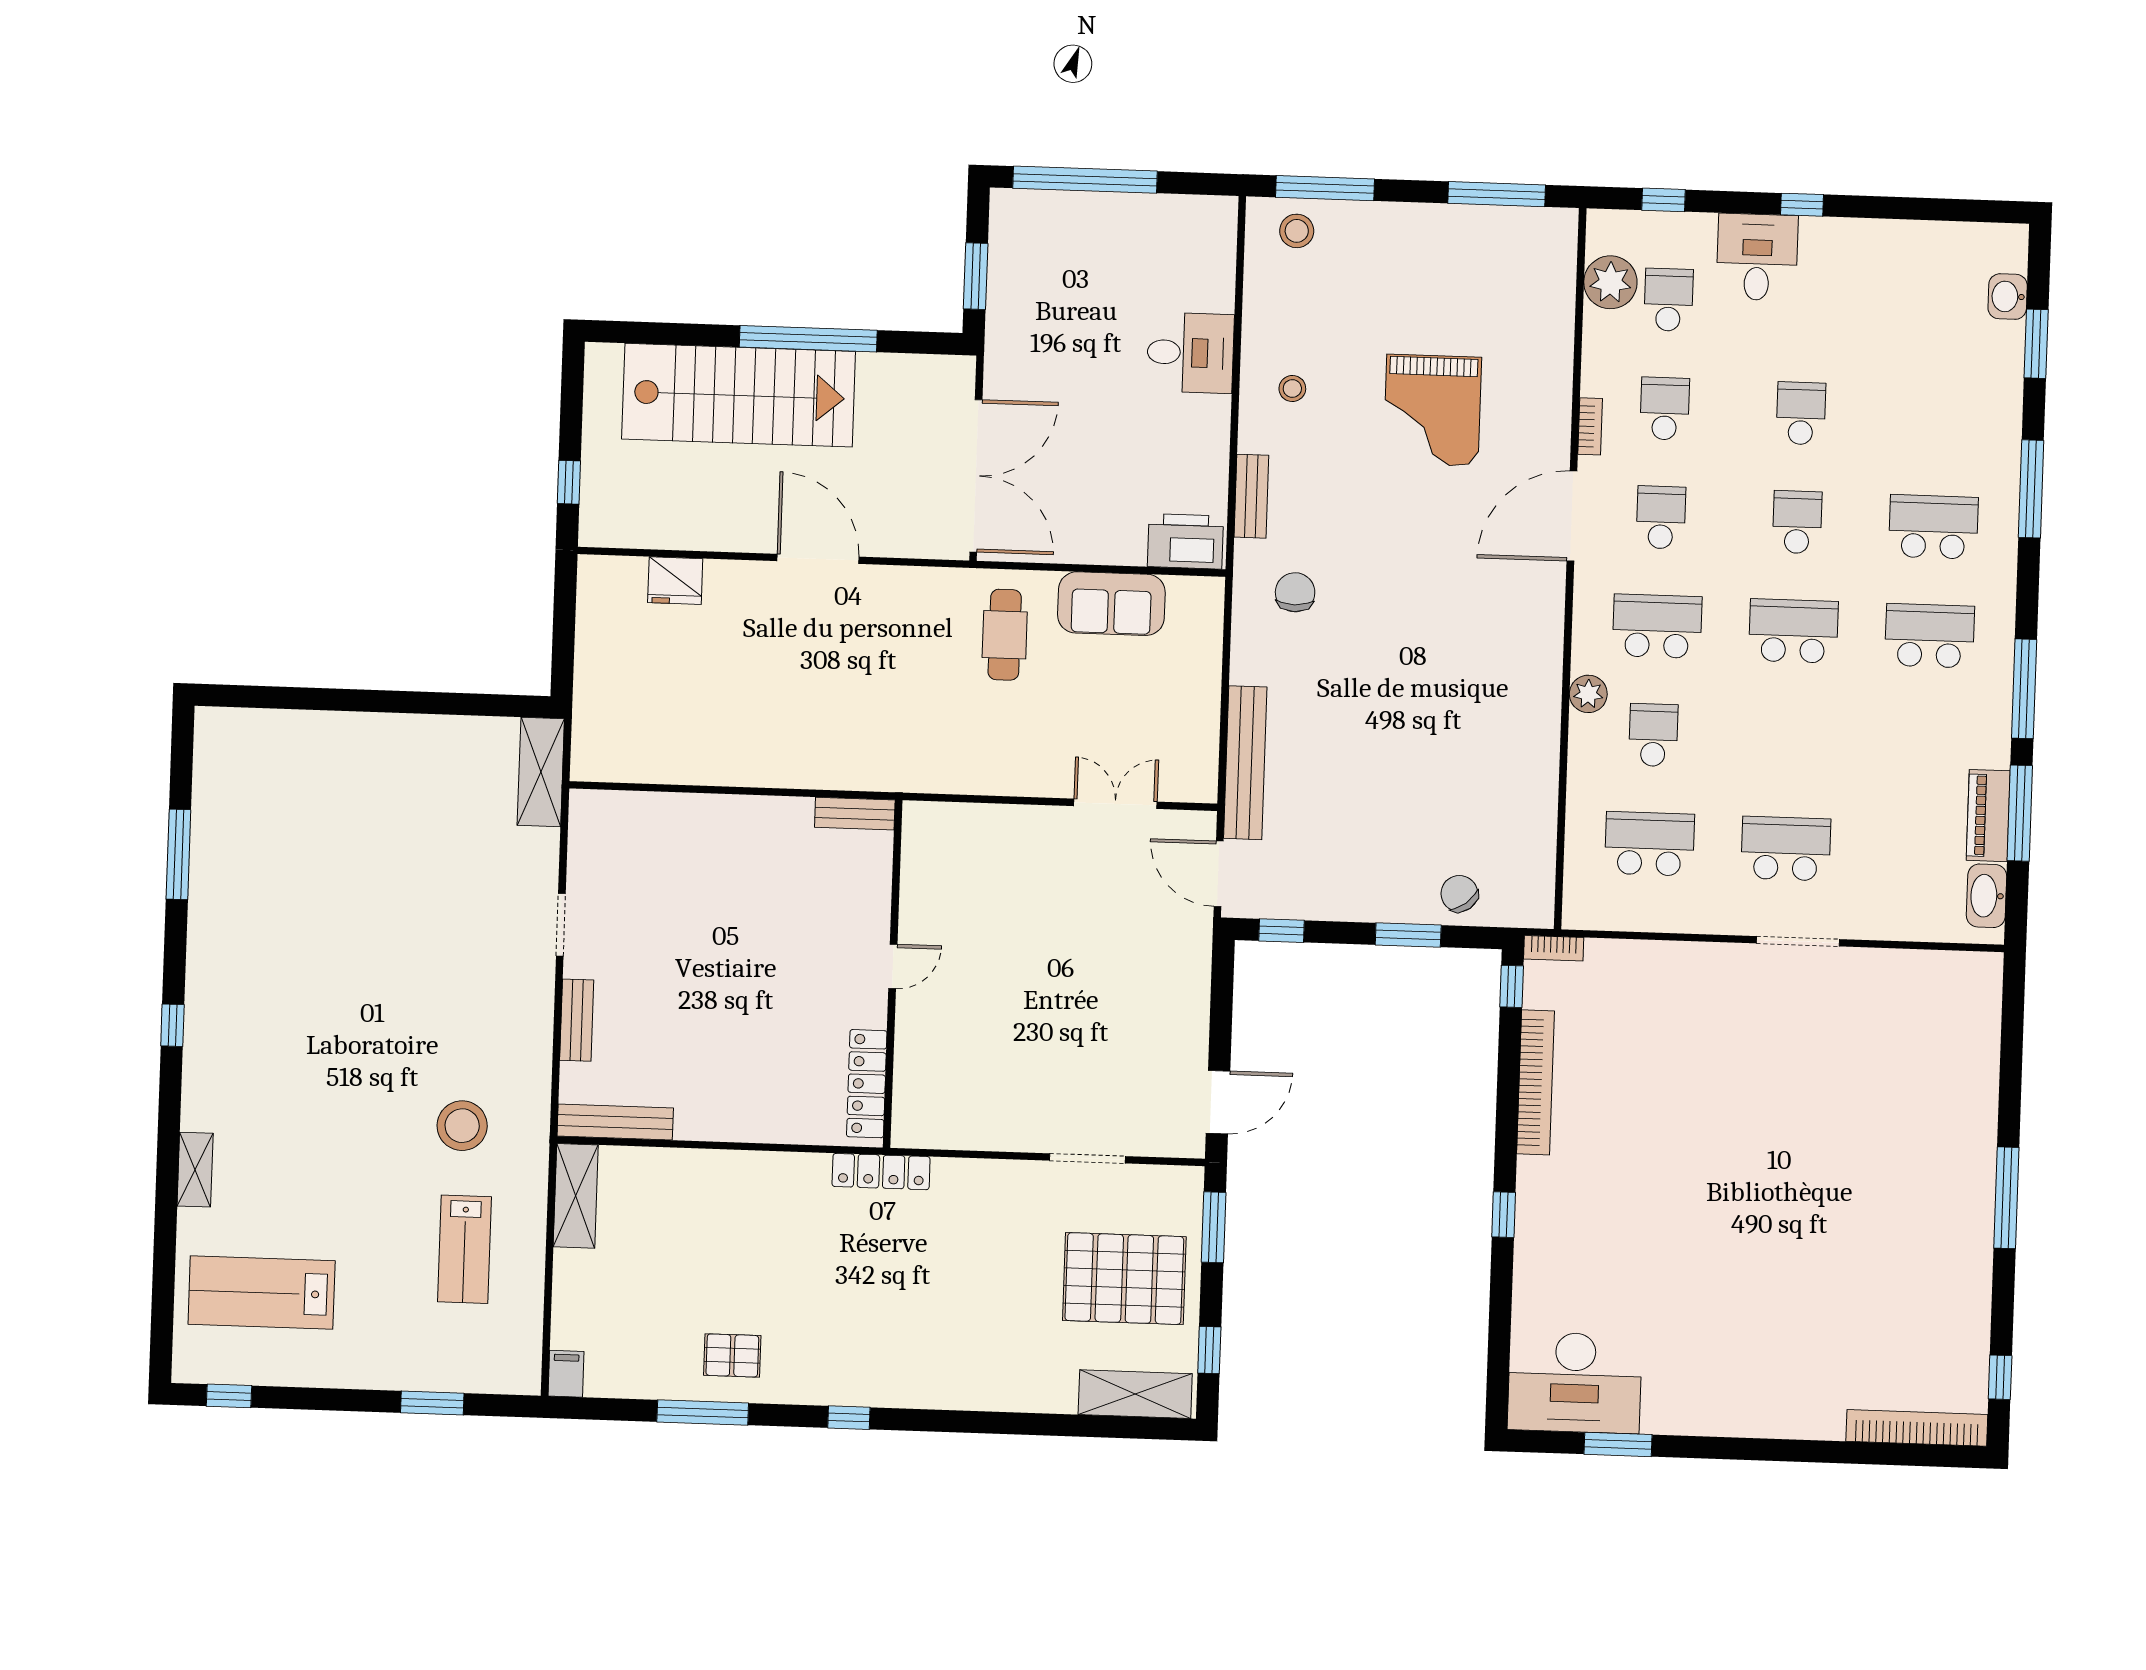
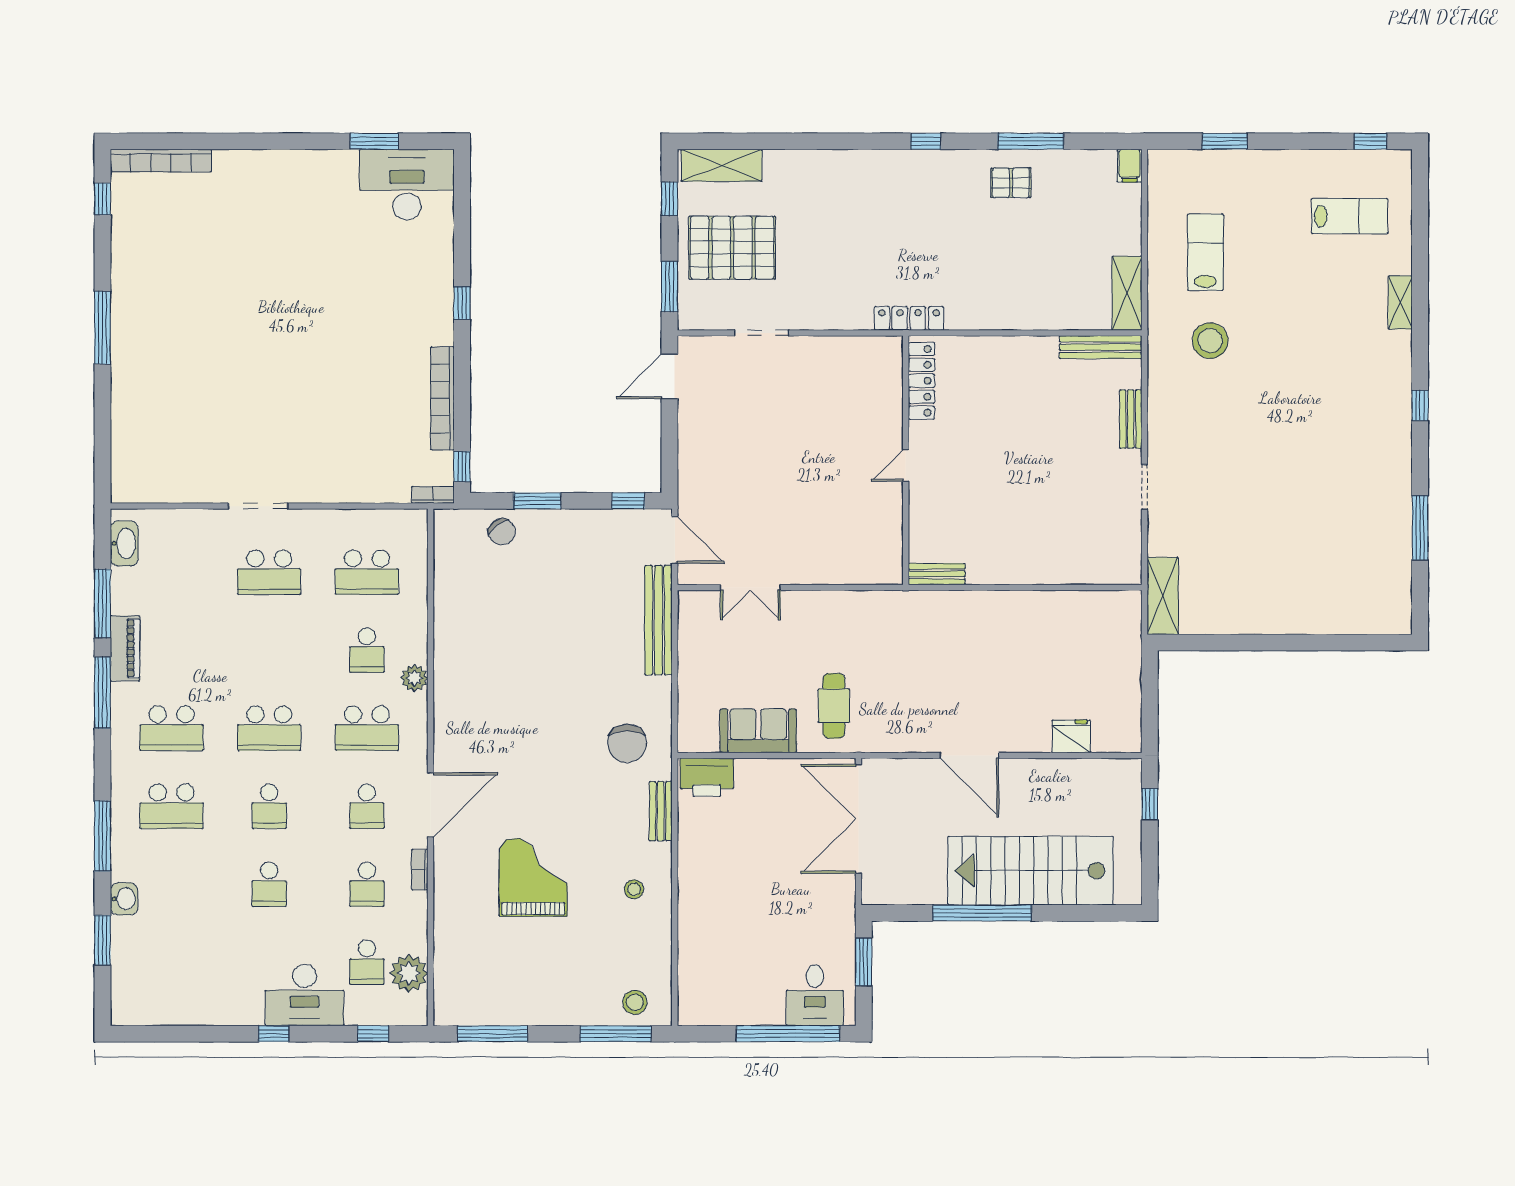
desk: (1757, 257) -> (304, 995), width x1.37
washbasin: (2008, 297) -> (124, 899), moved
desk: (1190, 353) -> (815, 995), moved, turned -90
chair: (1295, 592) -> (627, 743), width x1.37, depth x1.37
piano: (1988, 816) -> (125, 648), moved
lab bench: (262, 1293) -> (1350, 216), width x0.73, depth x0.72

